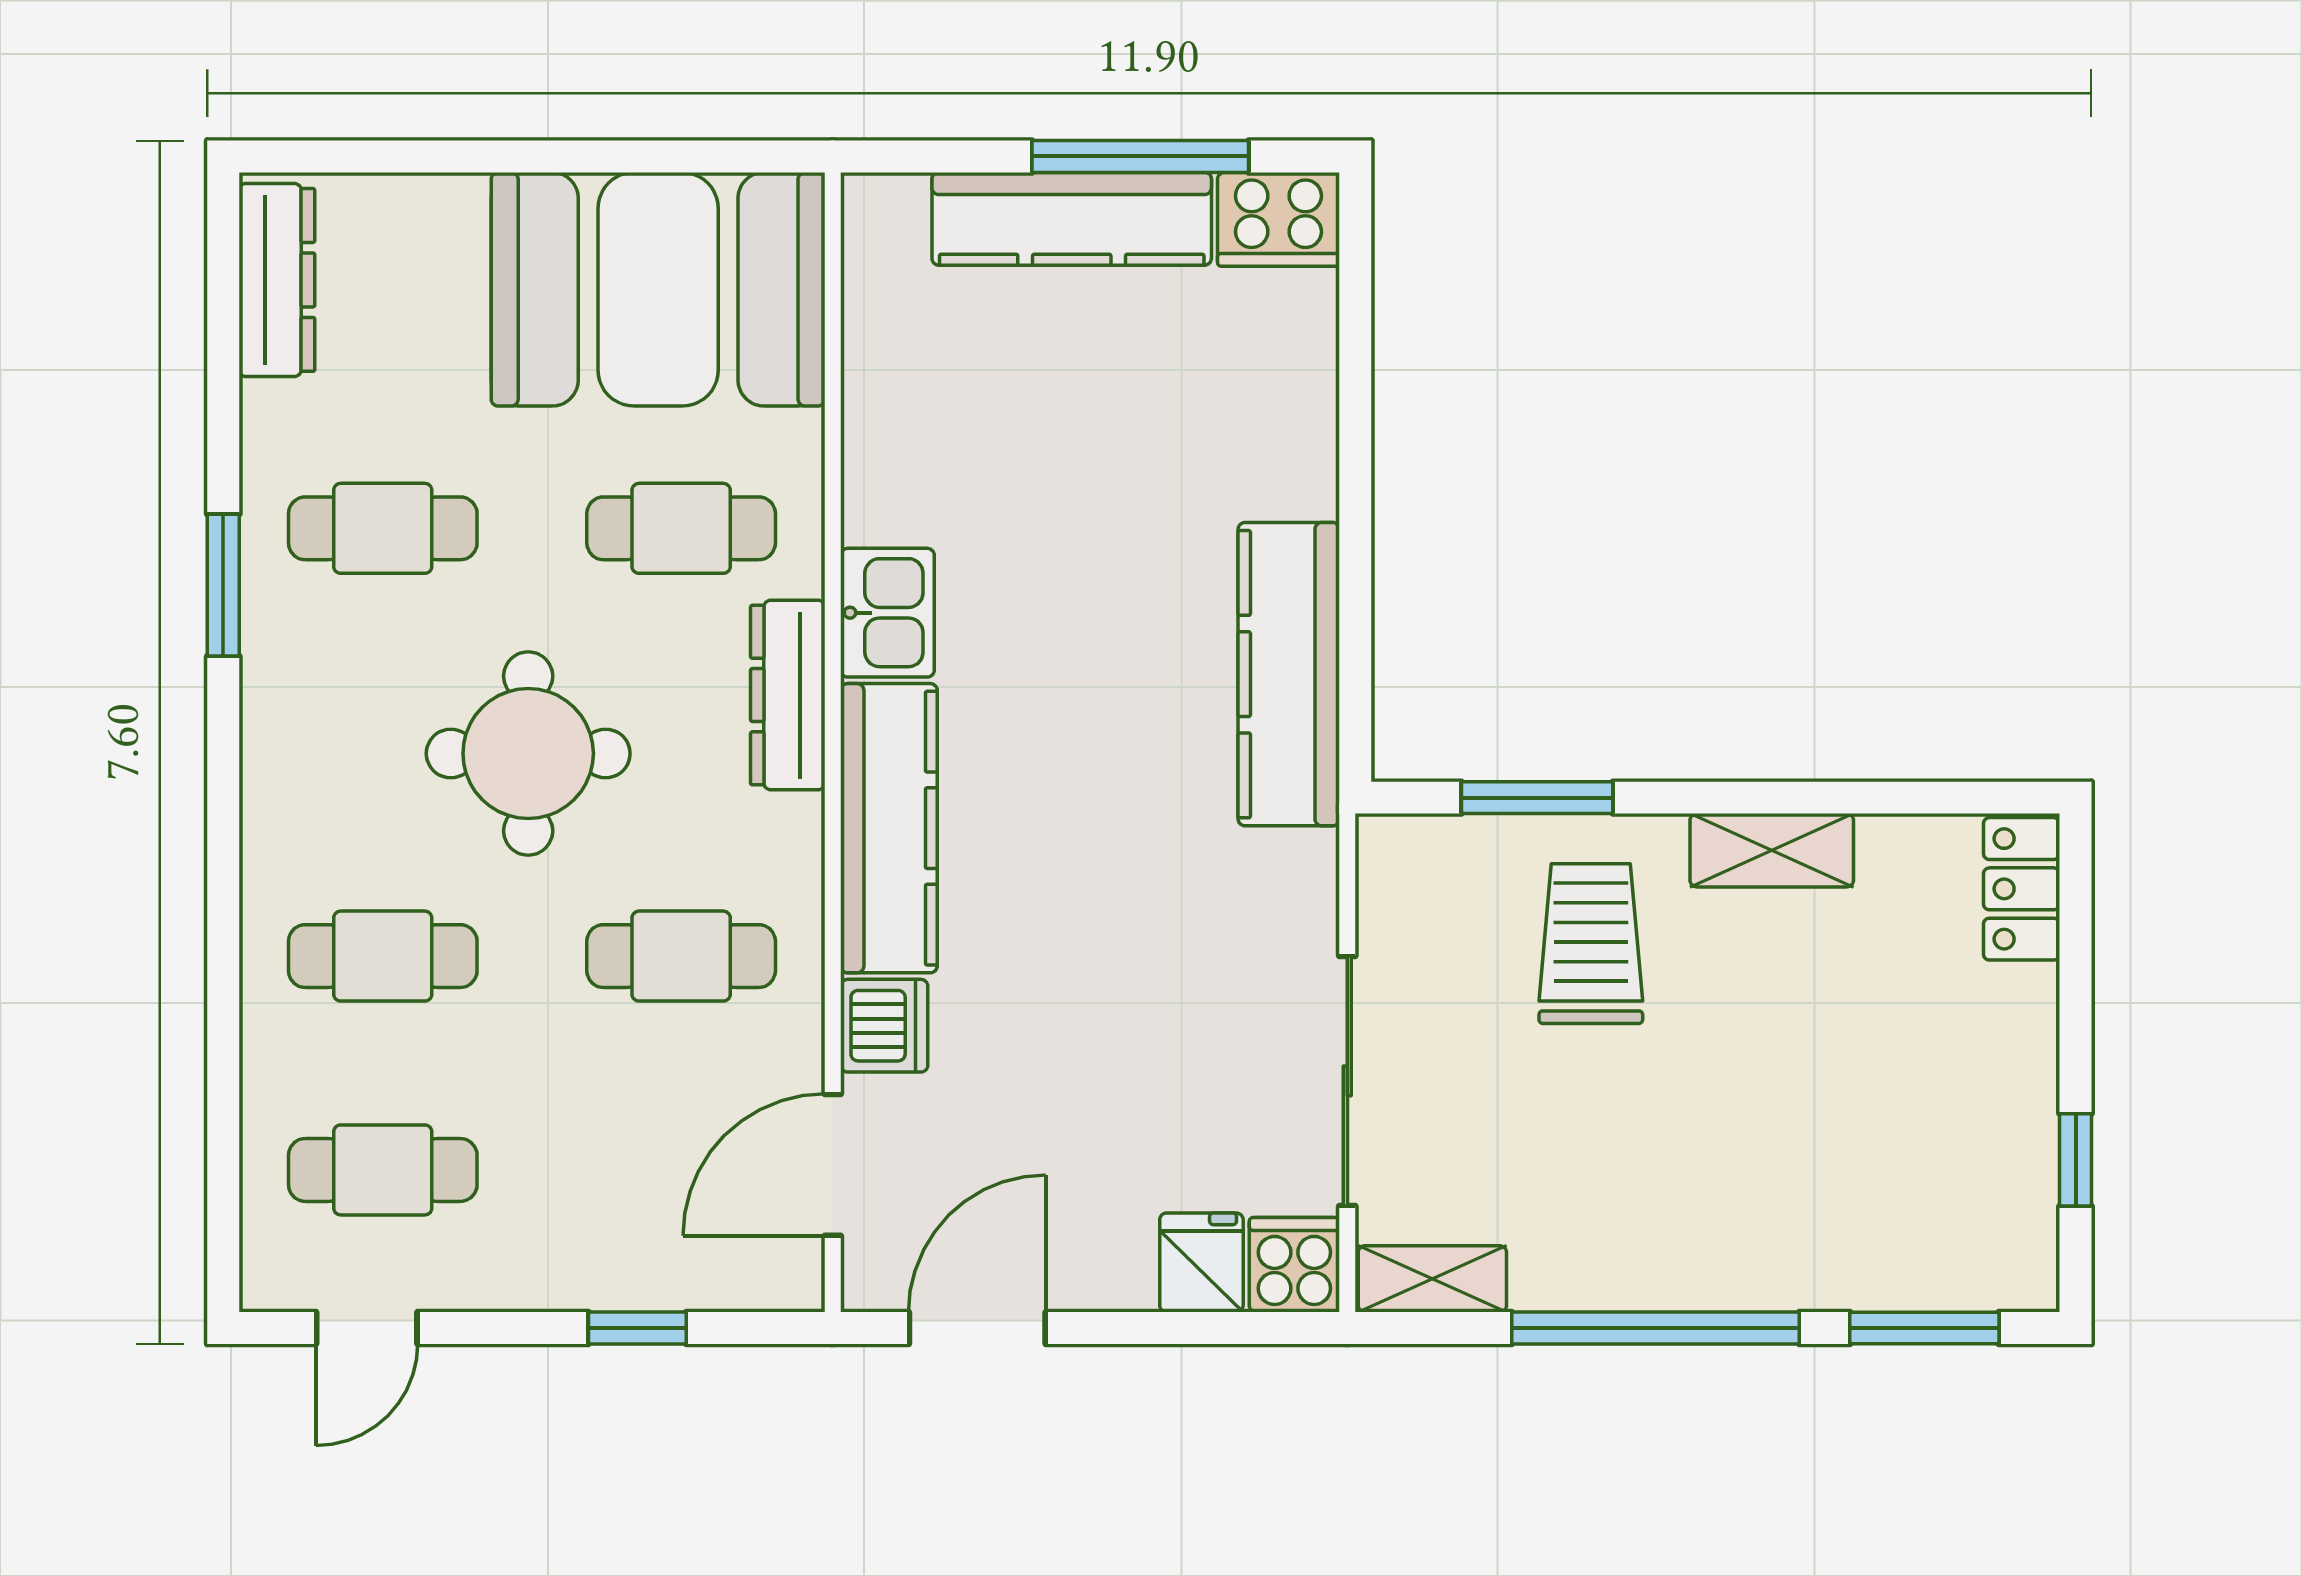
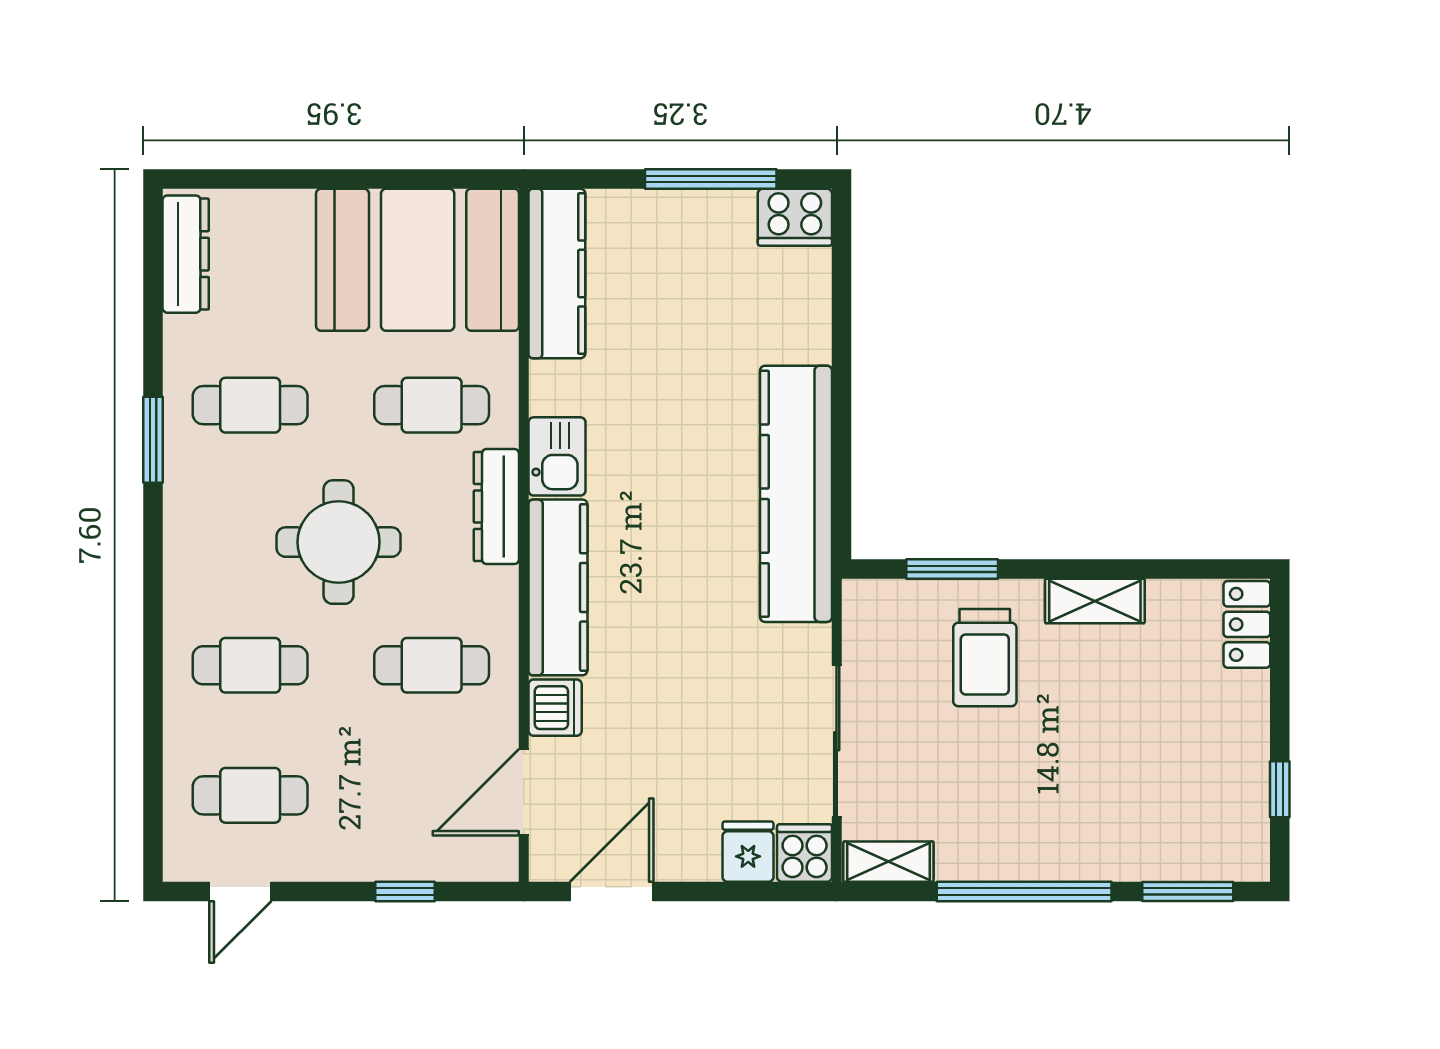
kitchen counter: (1072, 219) -> (557, 273), moved, turned -90
kitchen counter: (1289, 674) -> (796, 494), width x1.39, depth x1.17
trolley: (1591, 944) -> (985, 658), turned 180

